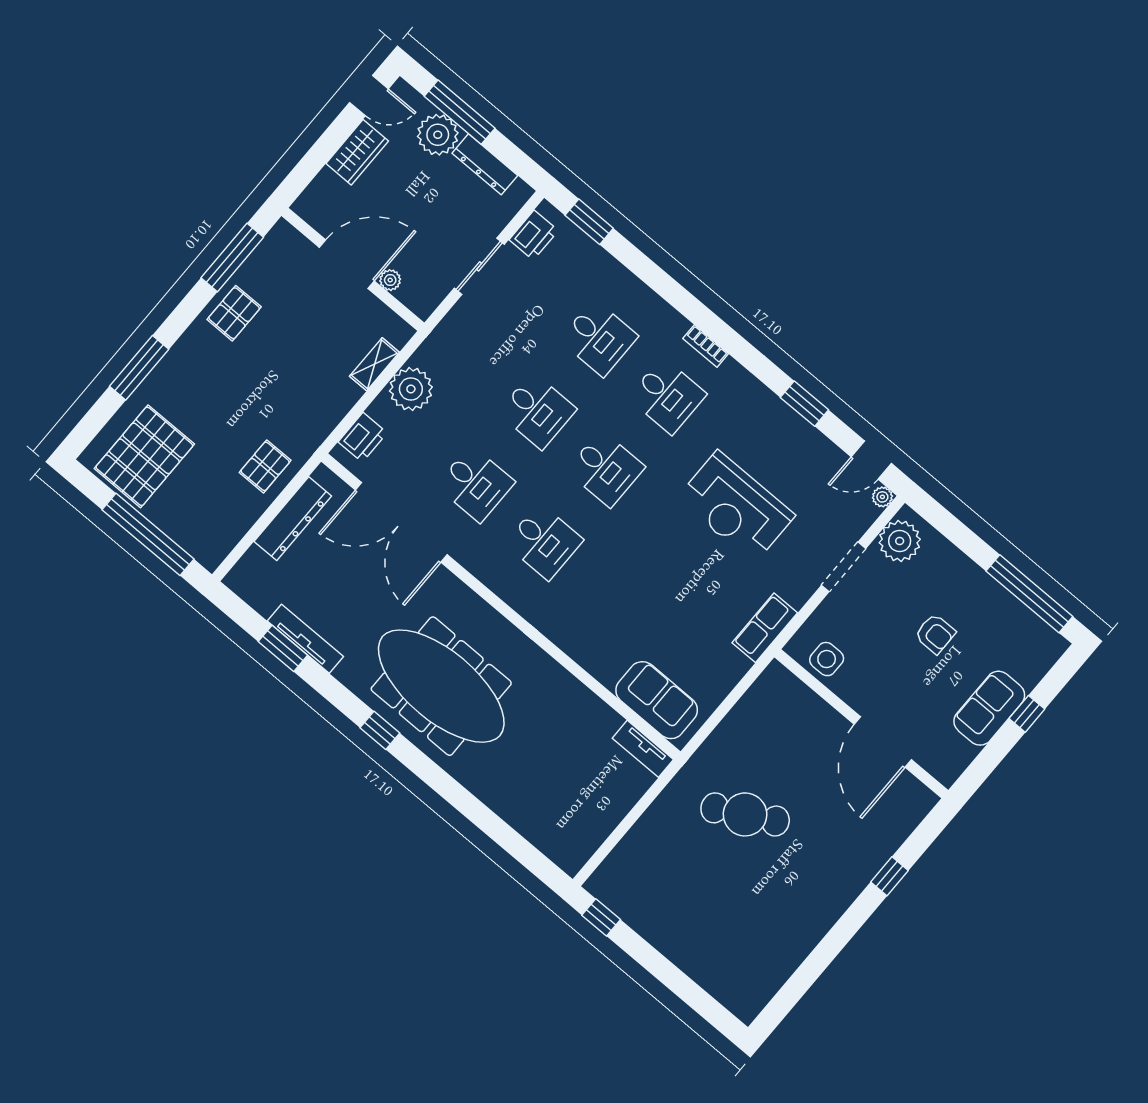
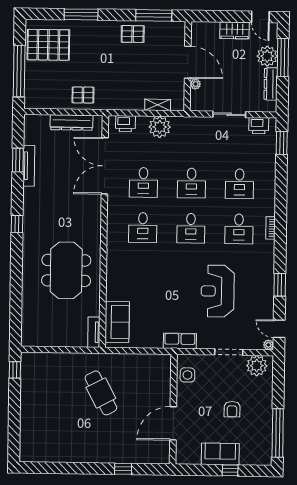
meeting table: (441, 686) -> (66, 270), moved, width x0.73

